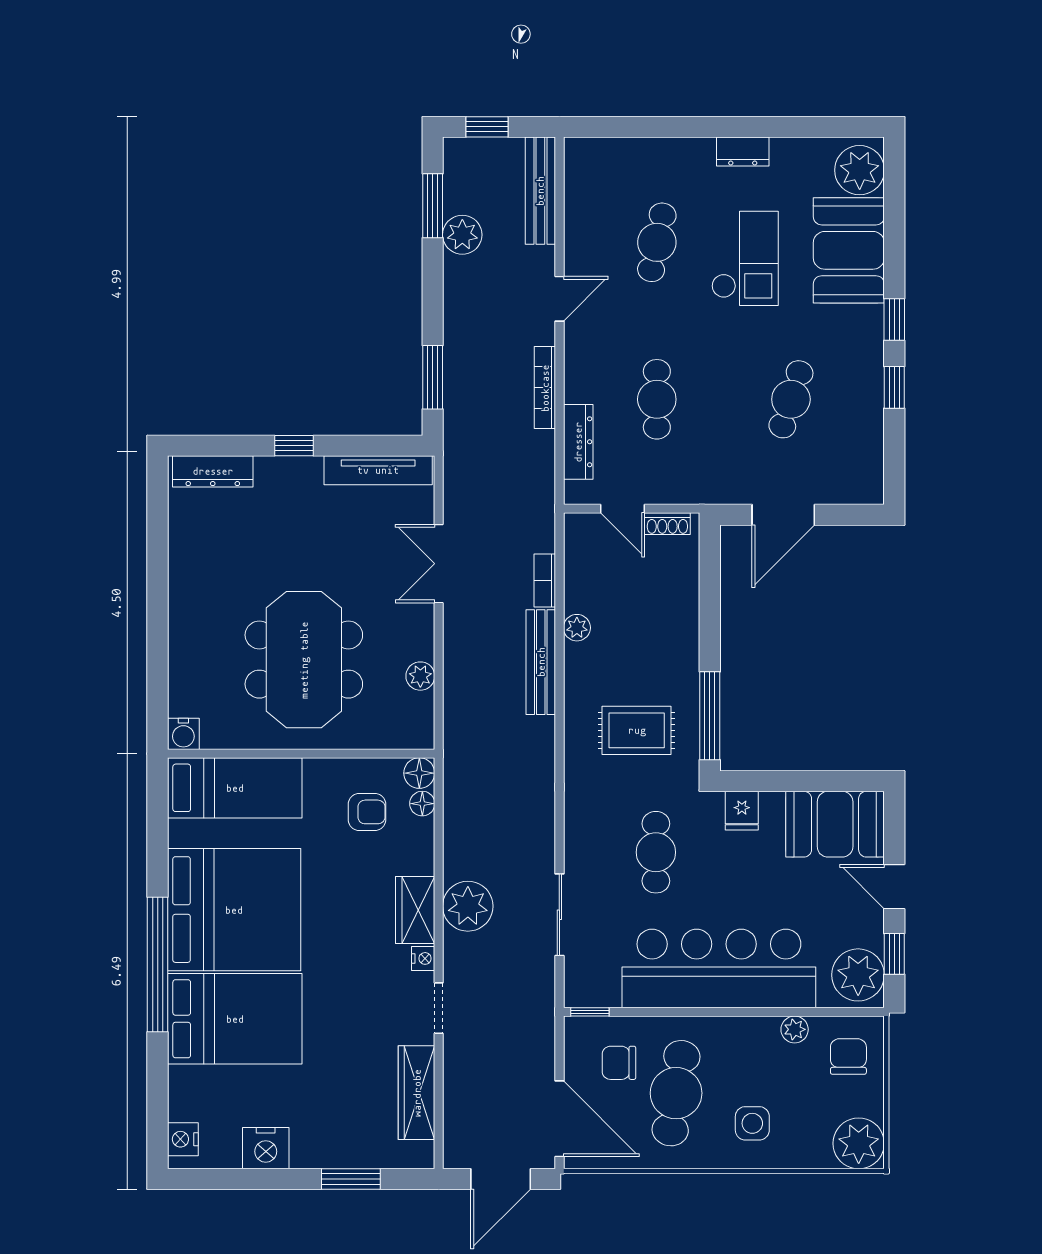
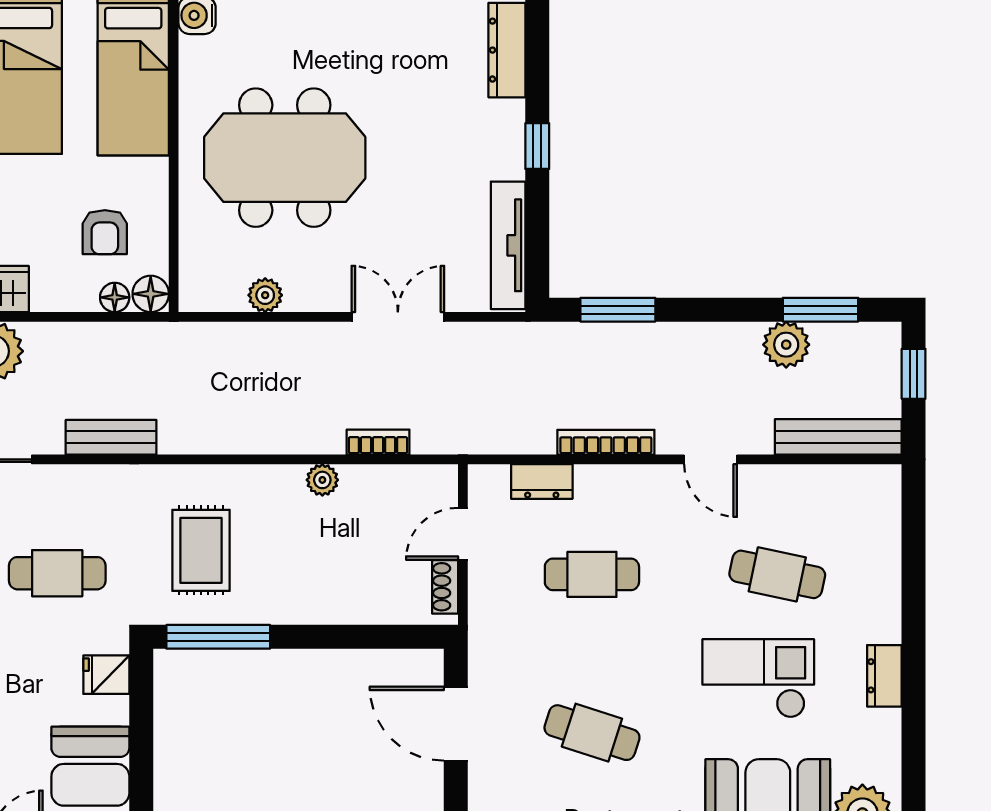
checkout: (745, 258) -> (758, 678), turned 180
dresser: (578, 442) -> (542, 481), width x0.70
bench: (541, 662) -> (111, 437), moved, width x0.73

